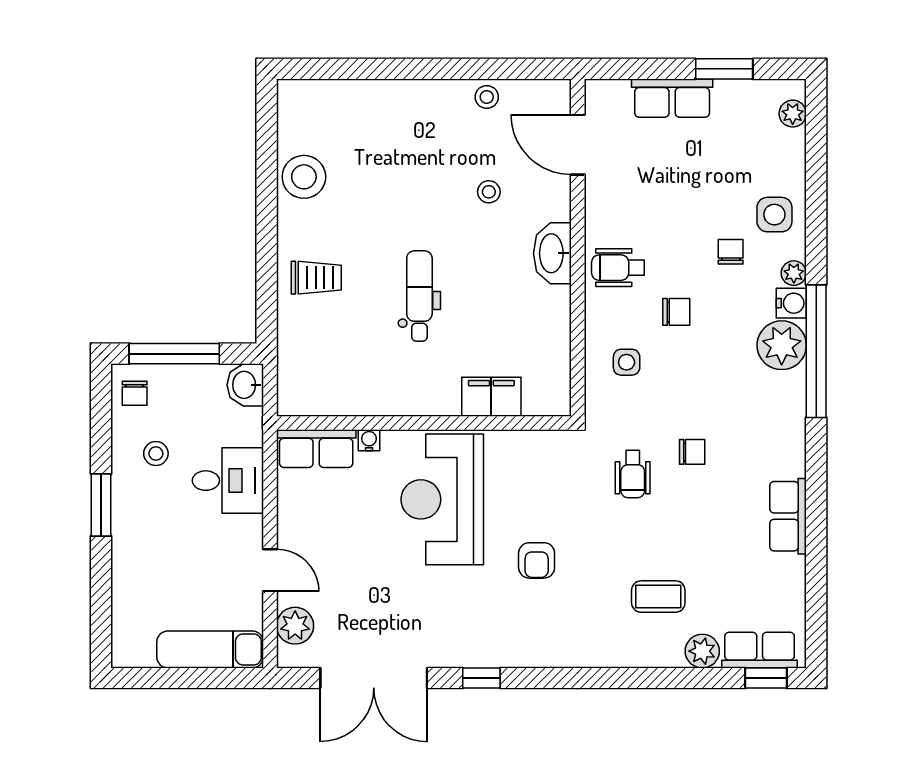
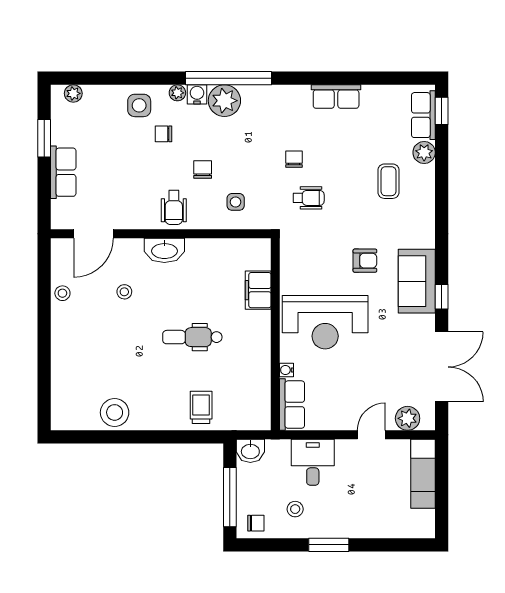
trolley: (316, 278) -> (201, 407), moved
sofa: (505, 640) -> (417, 281), added

